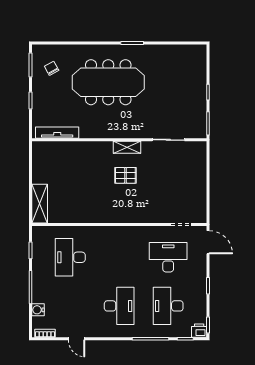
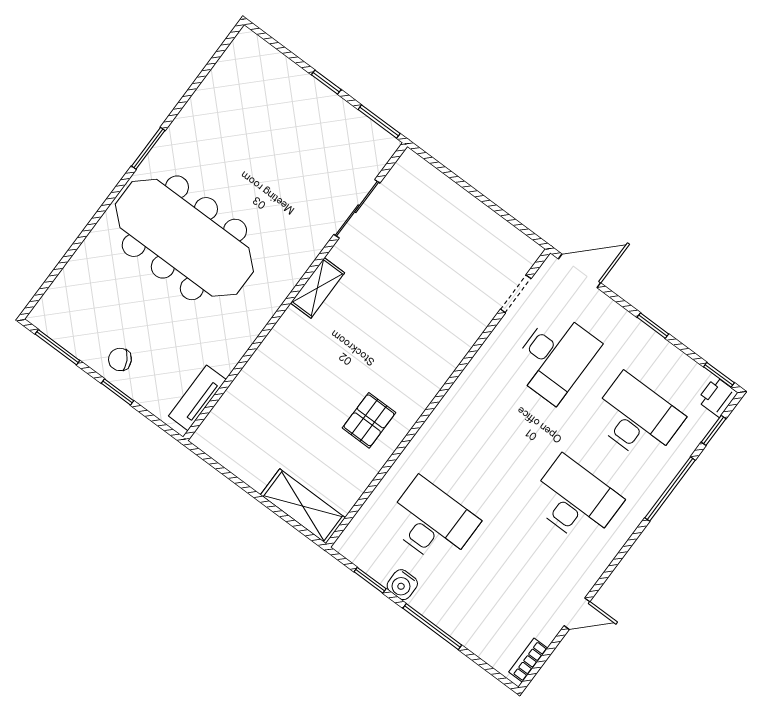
chair: (52, 68) -> (120, 359), moved
meeting table: (108, 82) -> (184, 238), turned 90
tv unit: (57, 133) -> (197, 398), width x0.71
pallet: (125, 175) -> (369, 420), moved
desk: (70, 257) -> (432, 522), turned 180
desk: (168, 257) -> (555, 357), turned 180
desk: (168, 306) -> (637, 418), turned 180
water cooler: (38, 310) -> (402, 585), moved

